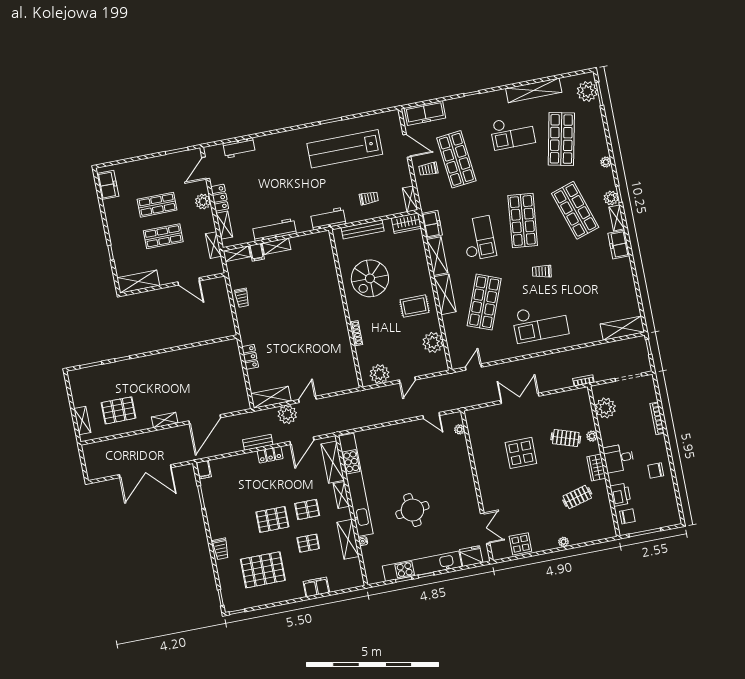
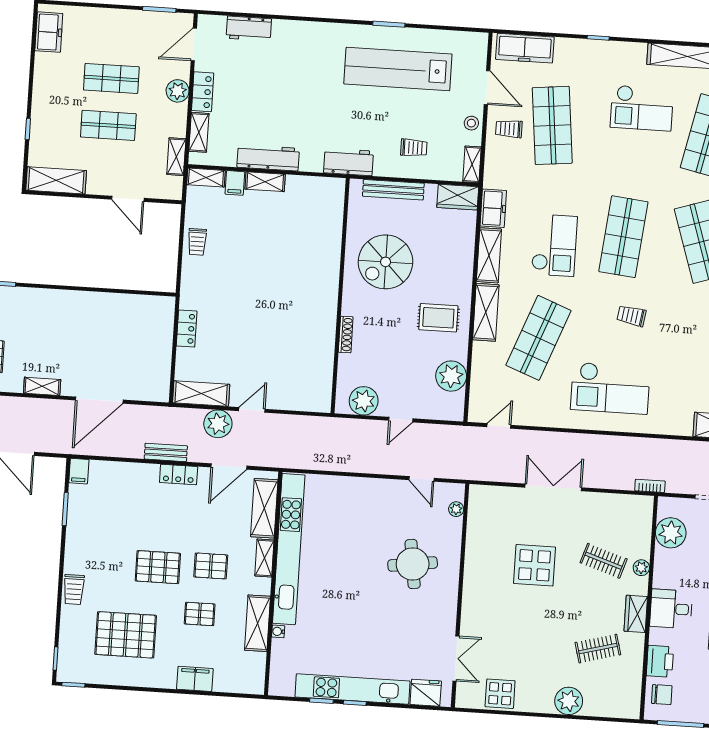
stool: (403, 172) -> (471, 123), added
round table: (412, 510) -> (413, 564), moved
plant: (564, 542) -> (569, 701), width x1.88, depth x1.88

